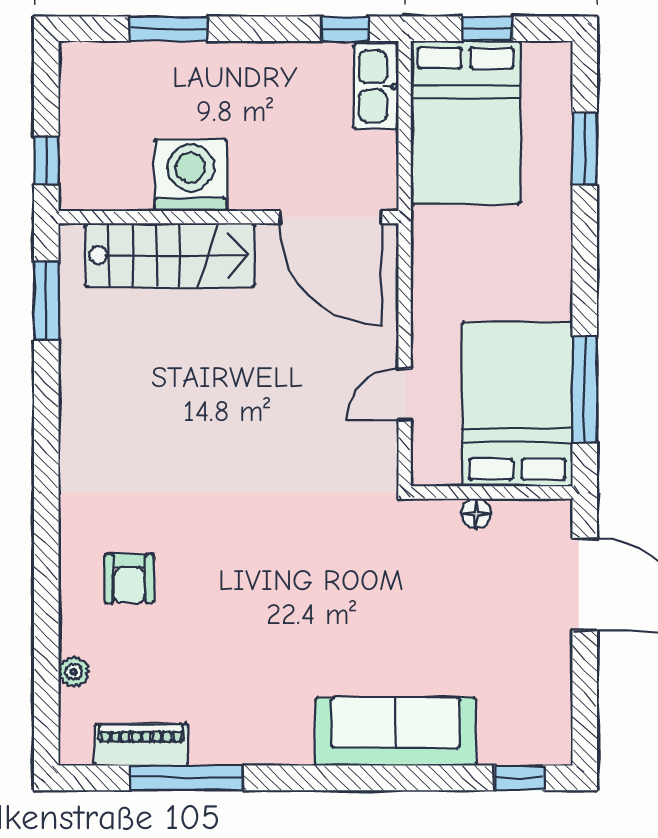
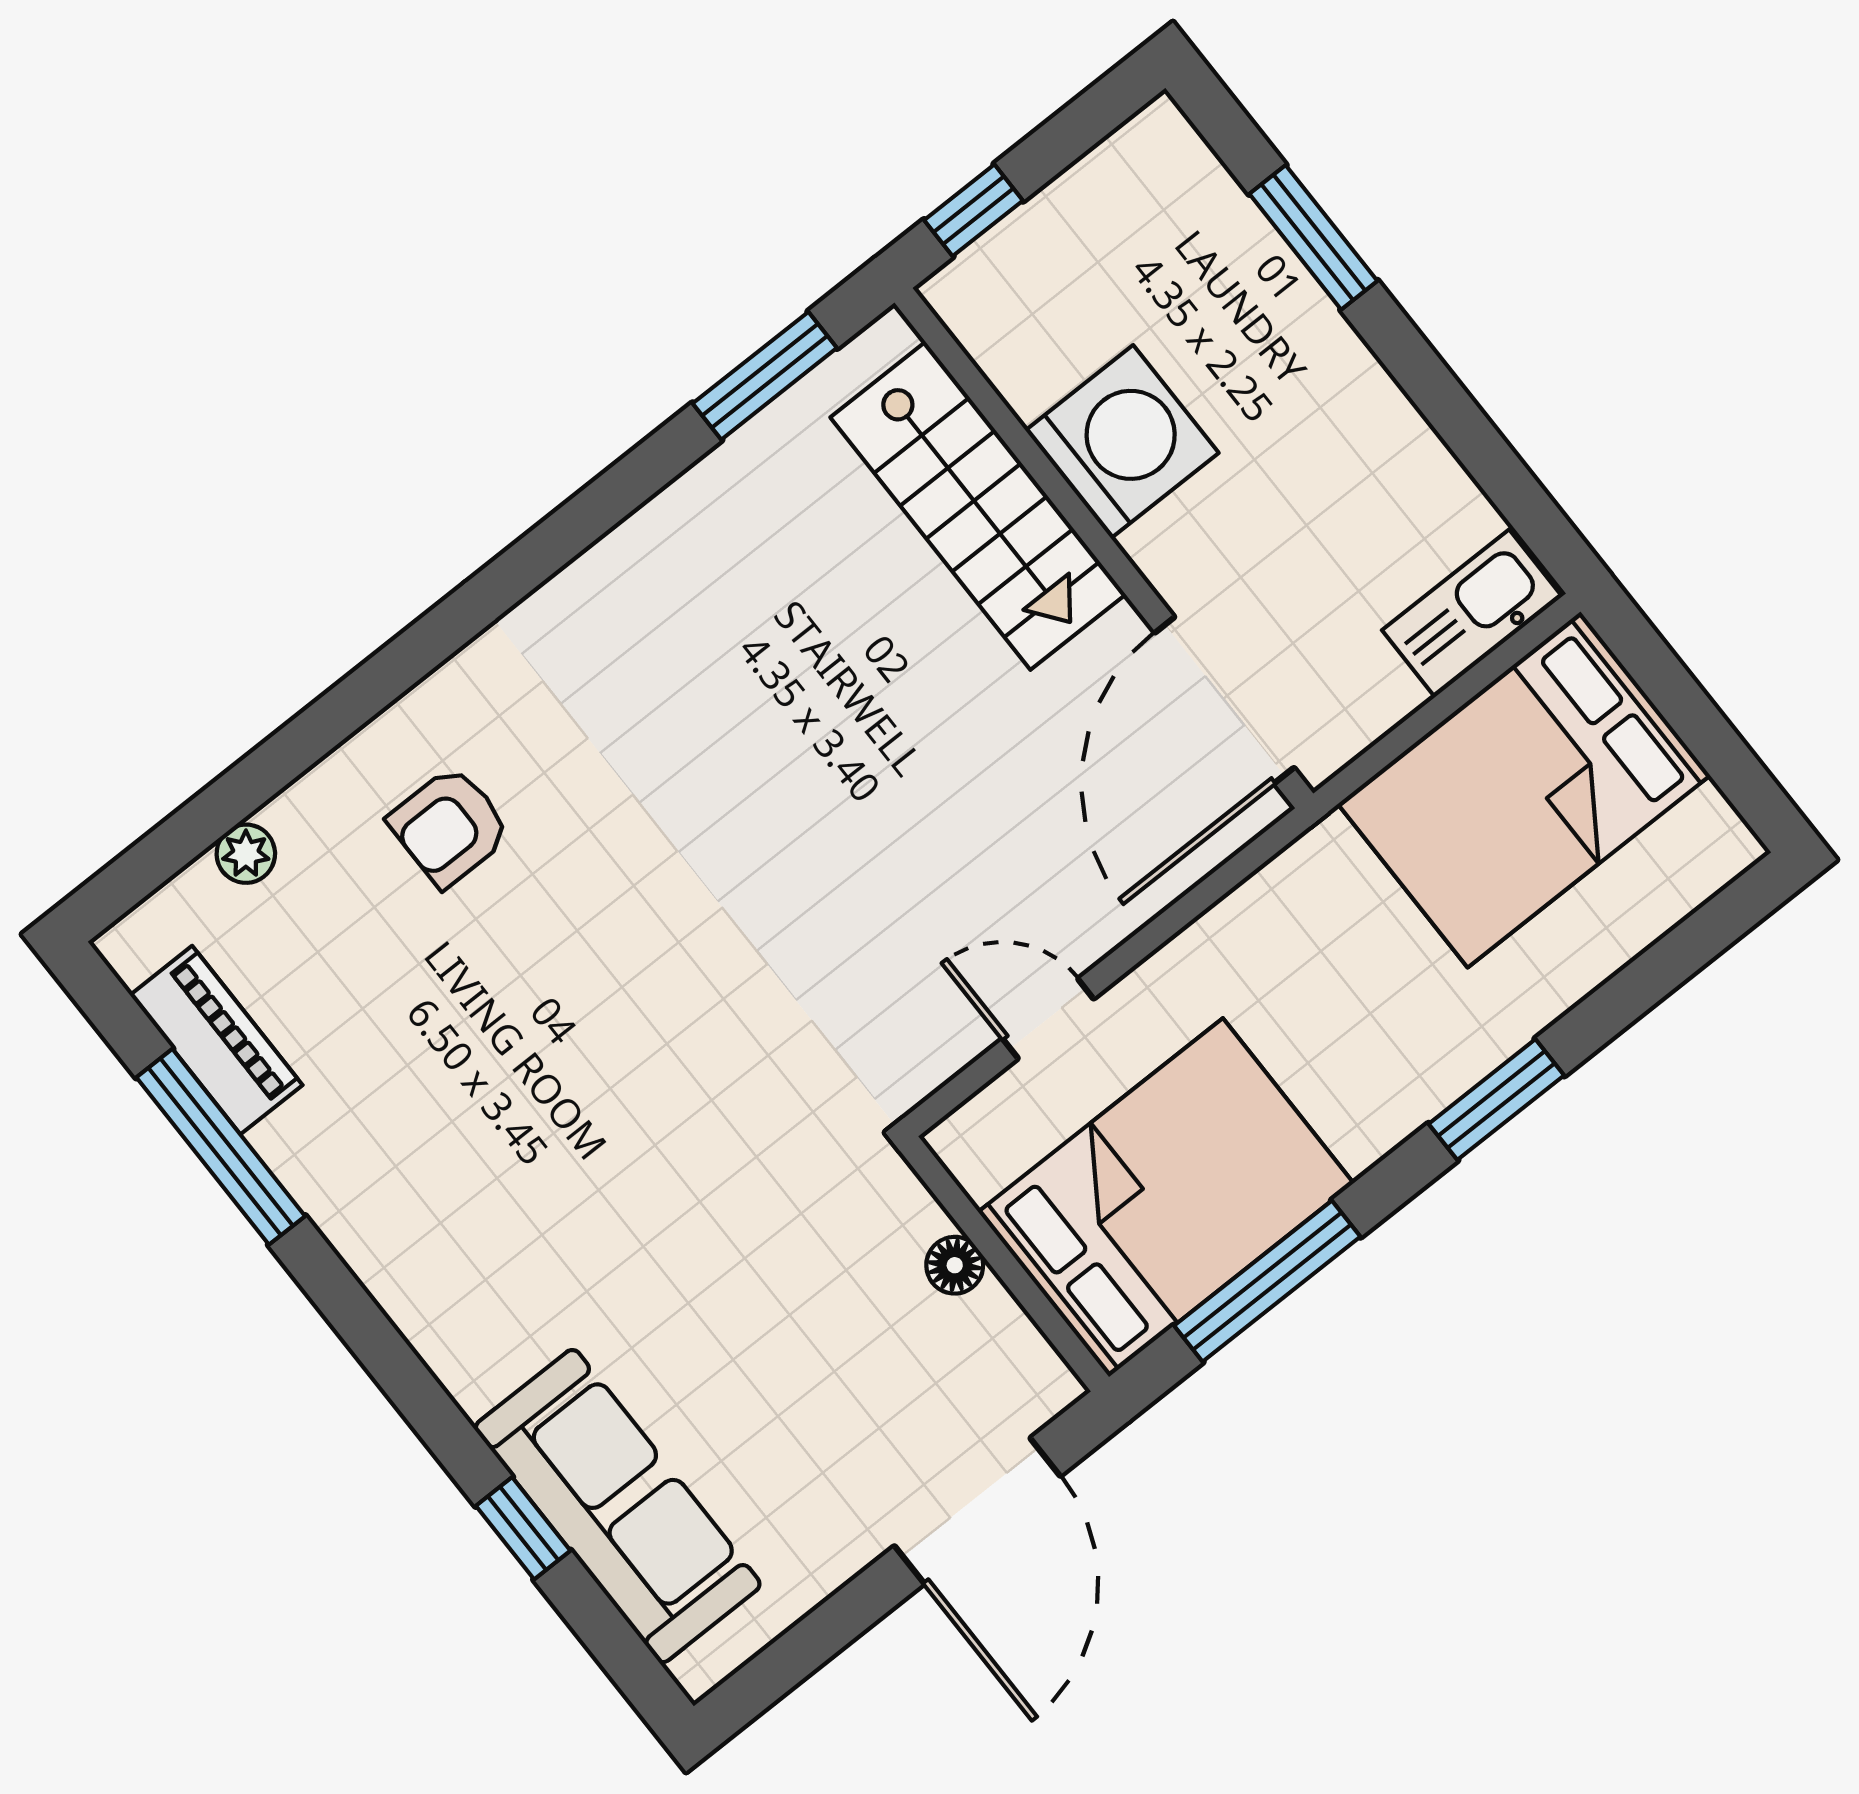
window: (345, 29) -> (1521, 499), removed
window: (487, 29) -> (1689, 711), removed
window: (585, 148) -> (1496, 1100), moved
sofa: (396, 732) -> (618, 1506), moved
window: (520, 778) -> (523, 1528), moved

